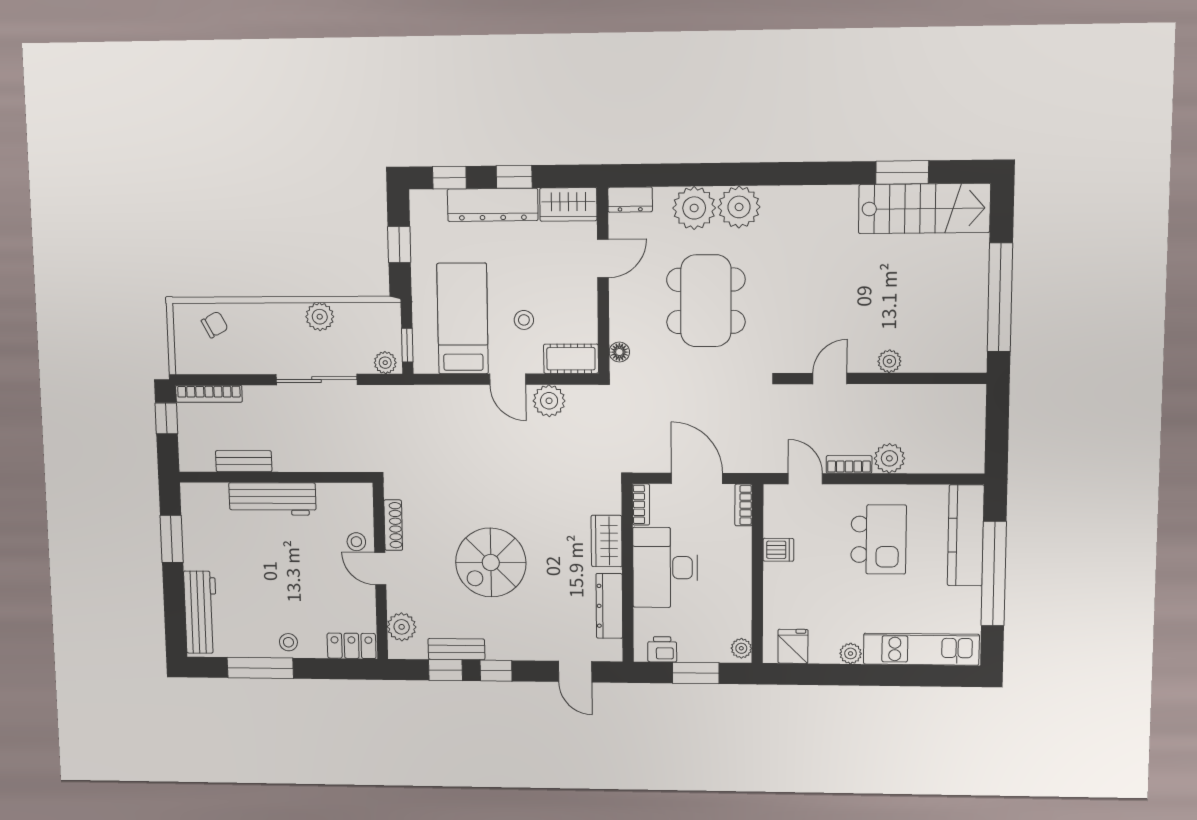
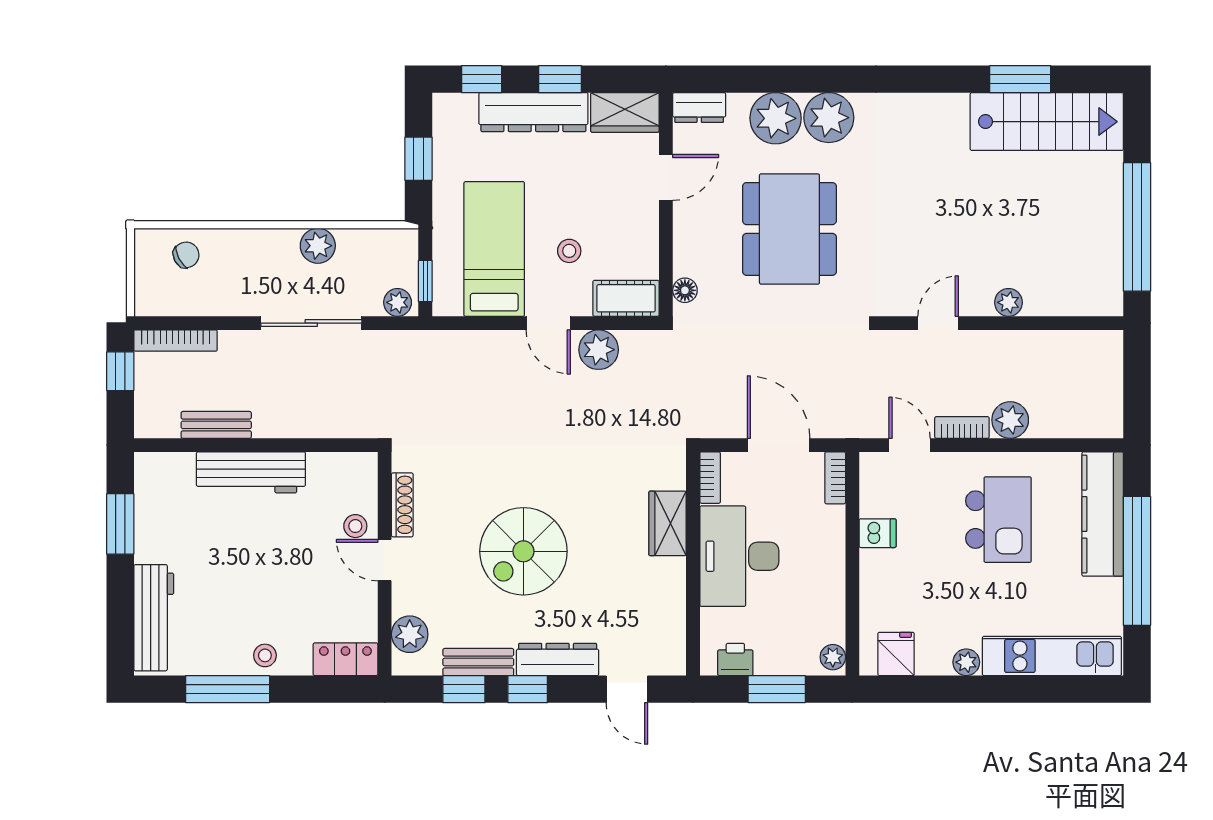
dresser: (609, 606) -> (558, 659), moved, turned 90

